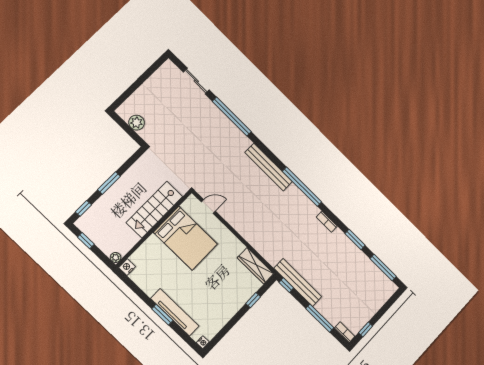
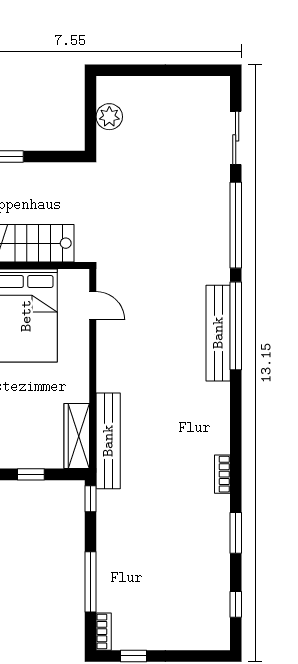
window: (302, 187) -> (236, 326), moved
window: (383, 268) -> (236, 604), width x0.46
bench: (298, 282) -> (108, 441), moved

